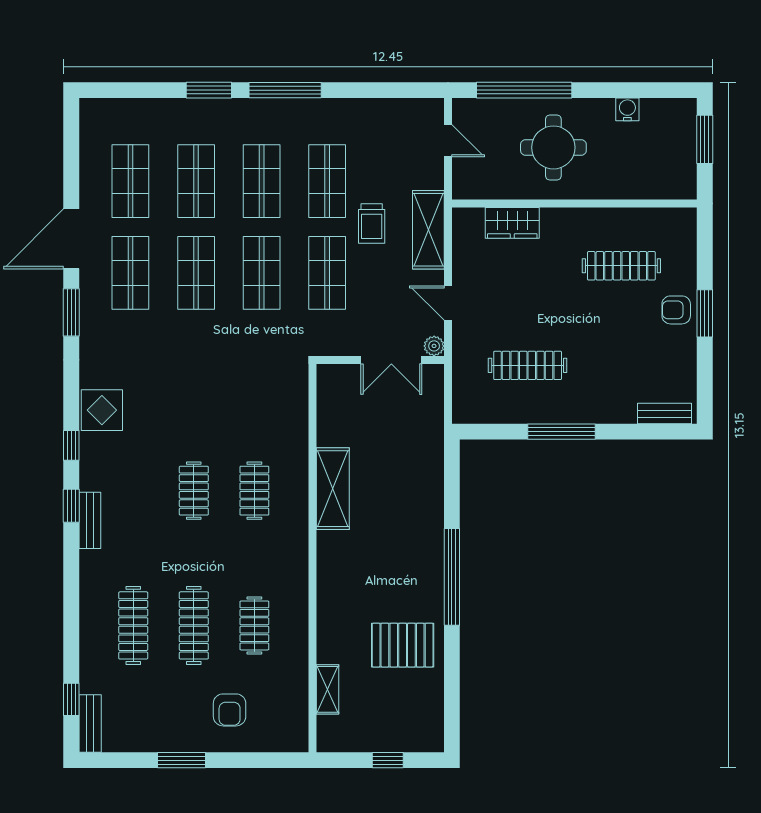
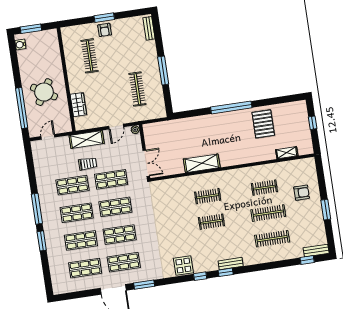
water cooler: (627, 109) -> (20, 45), moved
round table: (553, 147) -> (44, 92), turned 32
double door: (391, 360) -> (146, 163), moved

